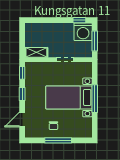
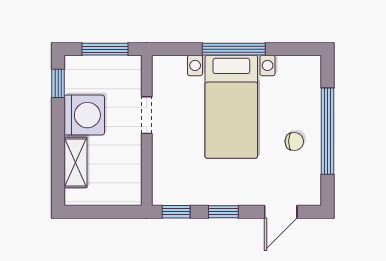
washing machine: (83, 32) -> (84, 115), moved
shelving: (36, 52) -> (76, 162), moved
door: (22, 120) -> (281, 212), hinge flipped
window: (58, 140) -> (328, 131), width x1.46

